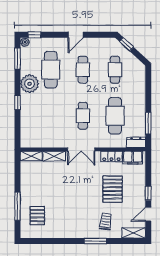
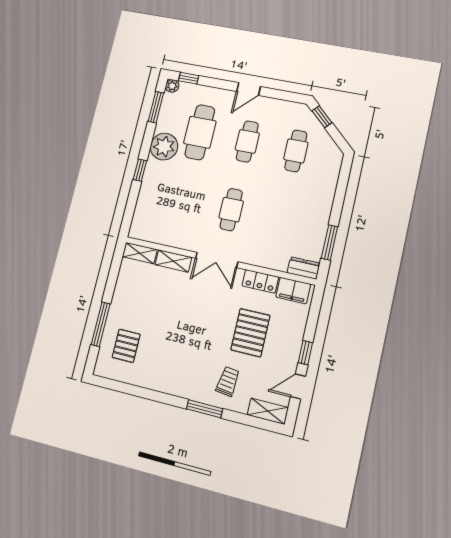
cafe table: (115, 116) -> (280, 220), removed

